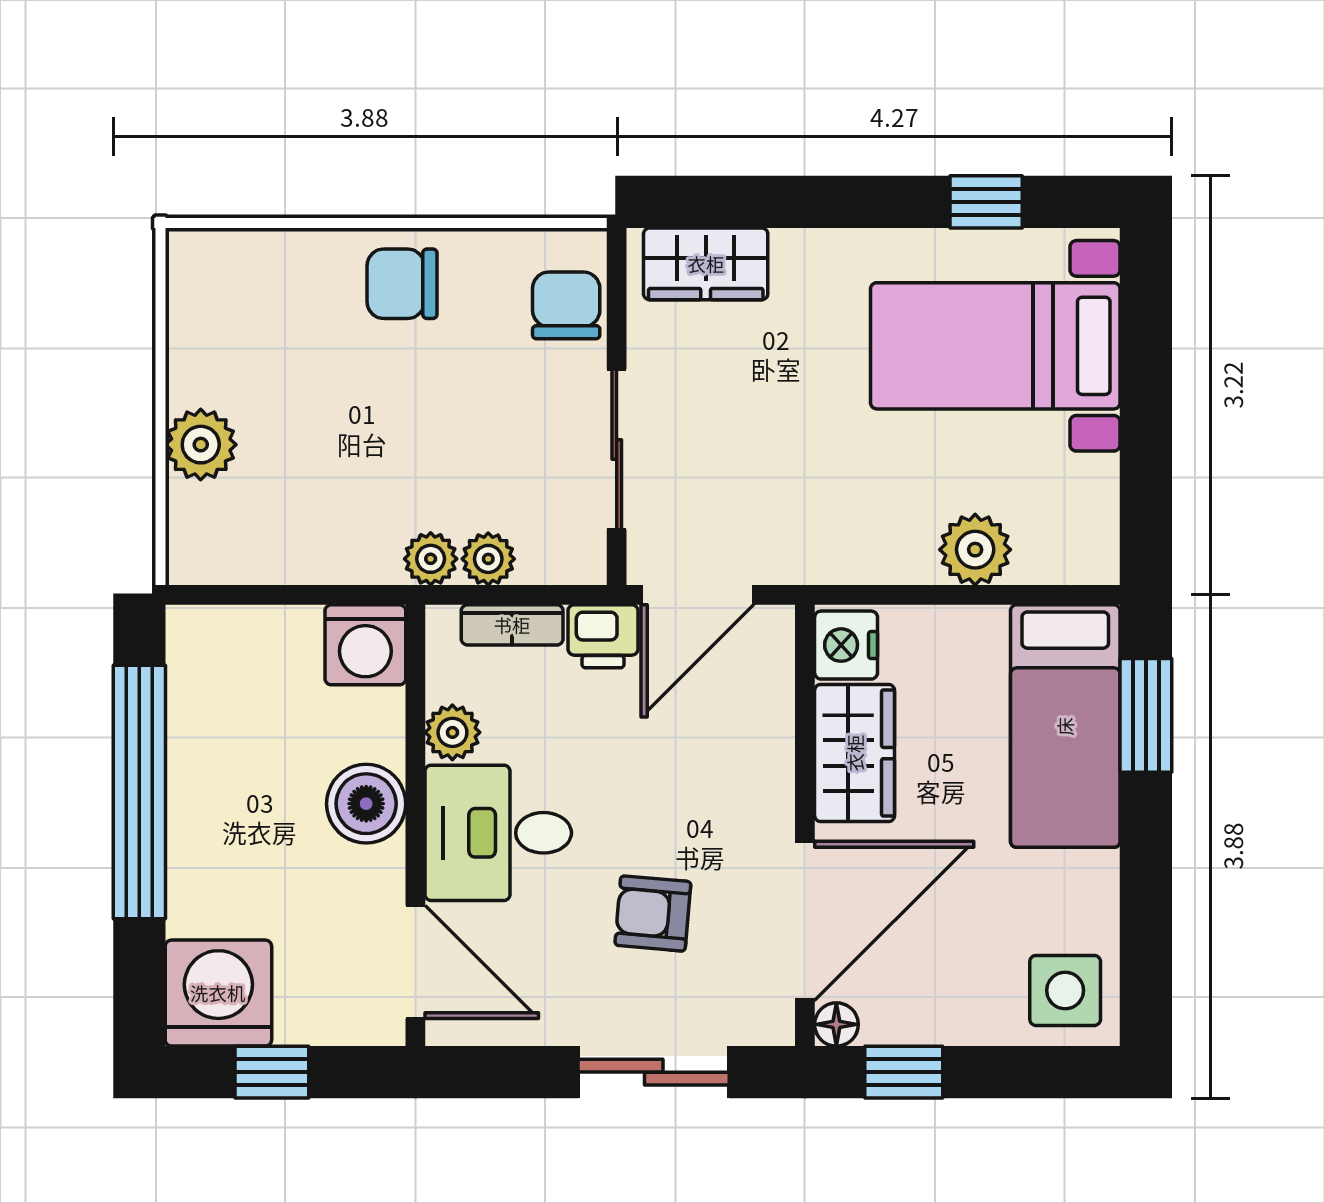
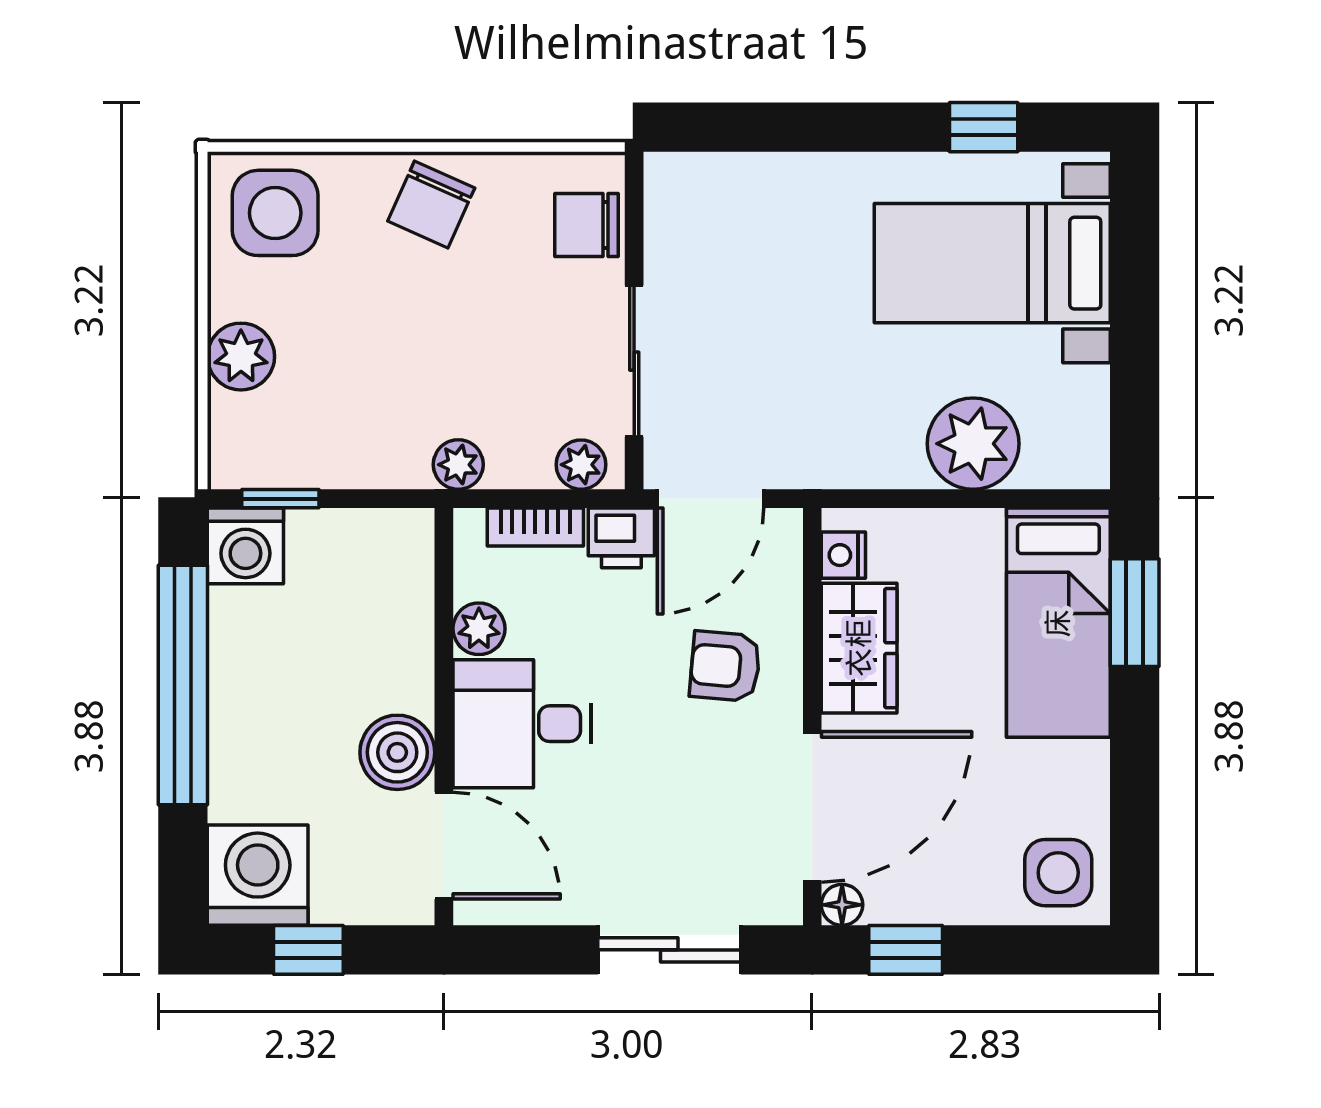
wardrobe: (706, 264) -> (718, 186), removed
chair: (402, 284) -> (431, 204), turned -66
side table: (237, 293) -> (275, 213), added
chair: (566, 305) -> (586, 225), turned -90
plant: (975, 550) -> (973, 444), width x1.36, depth x1.36
plant: (488, 559) -> (581, 465), moved
window: (243, 595) -> (280, 499), added
washing machine: (365, 645) -> (245, 546), moved
nightstand: (846, 645) -> (843, 555), width x0.72, depth x0.74
boiler: (366, 804) -> (397, 752), moved
armchair: (653, 913) -> (725, 666), moved

